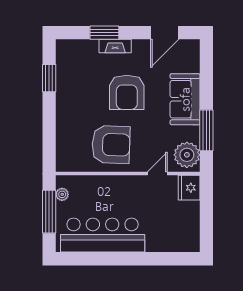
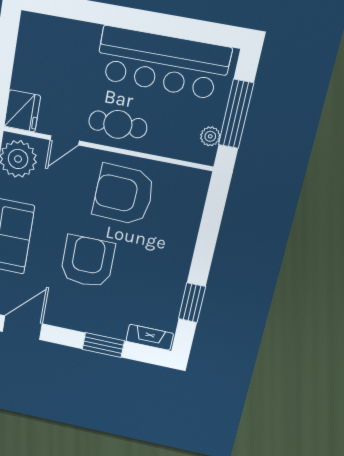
fireplace: (115, 46) -> (150, 337), moved
cafe table: (124, 191) -> (118, 124), added

